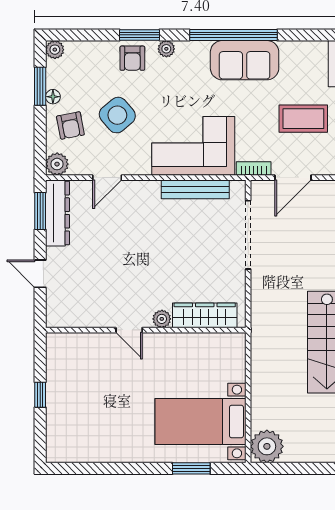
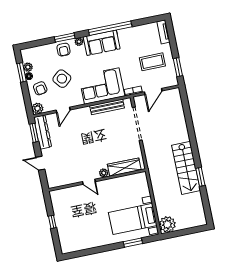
plant: (55, 50) -> (28, 67), moved
sofa: (245, 60) -> (102, 43), moved

